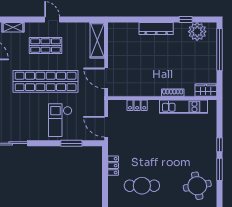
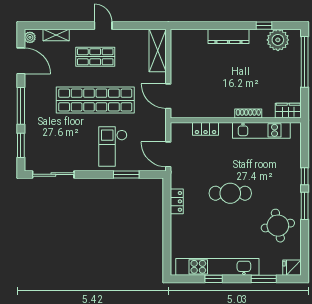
cafe table: (142, 186) -> (230, 193), moved

